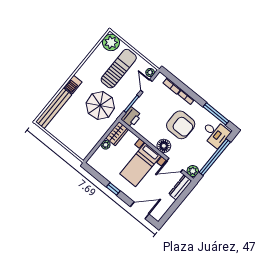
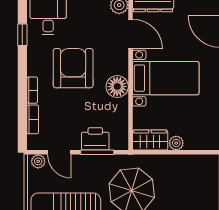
door: (146, 86) -> (59, 152), hinge flipped
window: (216, 114) -> (22, 35), width x0.46
printer: (131, 117) -> (95, 139), moved
floor lamp: (164, 146) -> (117, 87), moved

